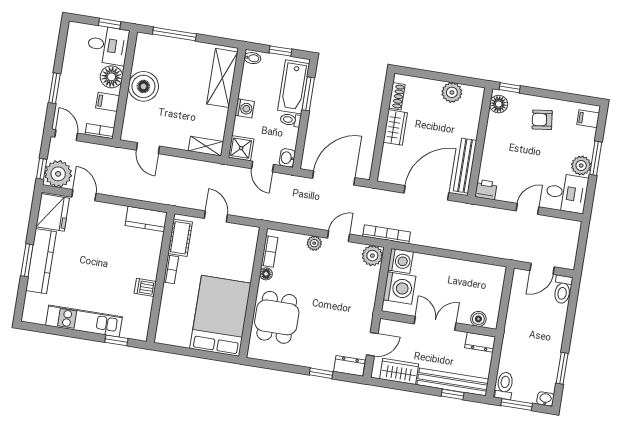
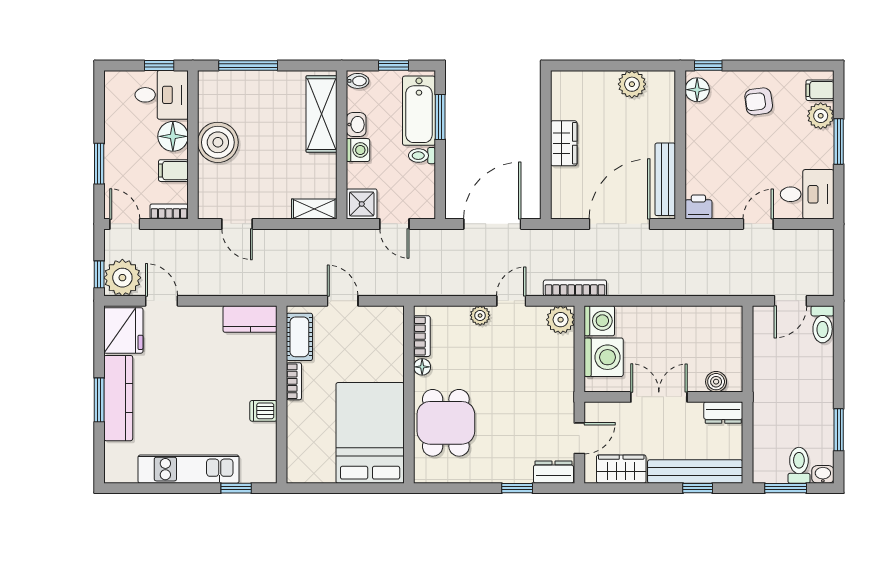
shoe rack: (397, 96) -> (559, 101), removed
washbasin: (287, 158) -> (356, 125), moved, turned 180
plant: (581, 166) -> (821, 116), moved
toilet: (505, 386) -> (799, 465), moved

